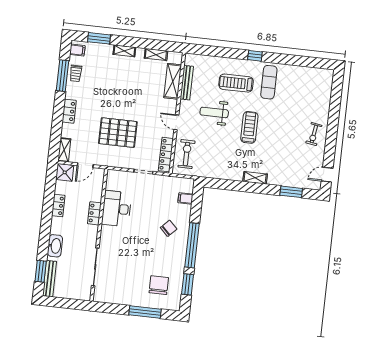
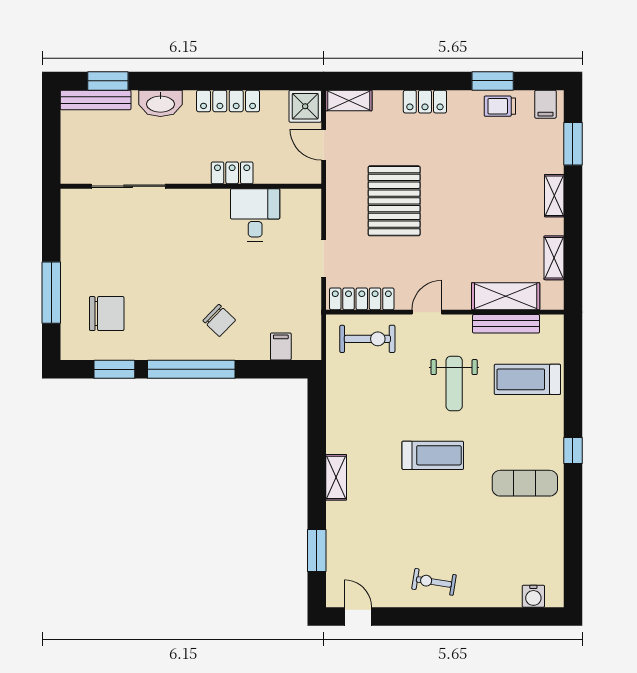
window: (63, 76) -> (493, 81), width x0.69
treadmill: (236, 83) -> (527, 379), moved, turned -90
water cooler: (327, 84) -> (533, 596), added
weight bench: (214, 112) -> (454, 383), turned 180
locker: (58, 206) -> (228, 101), width x1.53
desk: (117, 209) -> (255, 215), width x0.73

